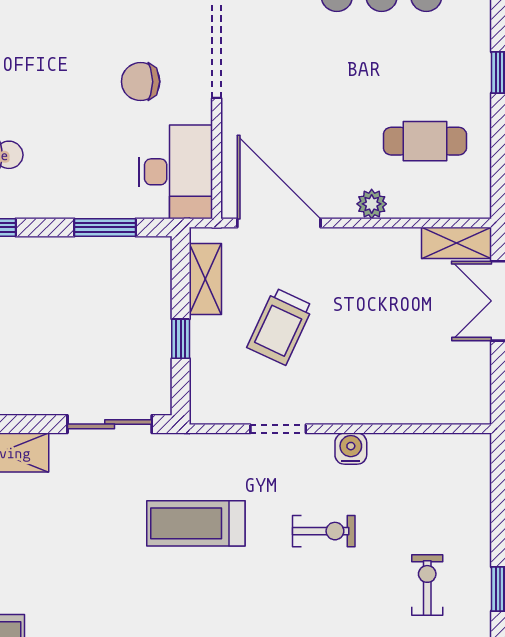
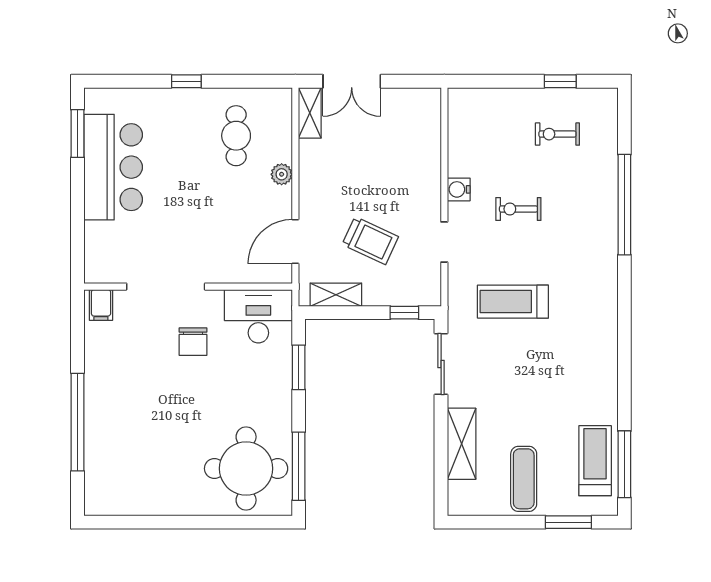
door: (279, 223) -> (295, 242), width x0.73
window: (181, 339) -> (404, 313), moved
treadmill: (196, 523) -> (513, 302), turned 90
exercise bike: (324, 531) -> (518, 209), turned -90

